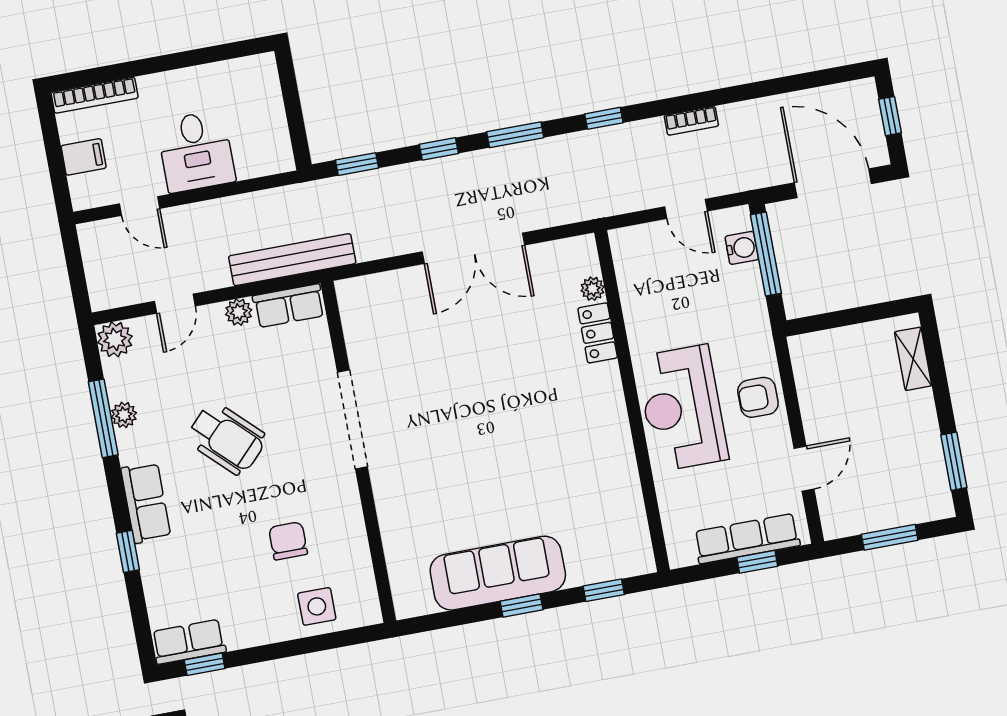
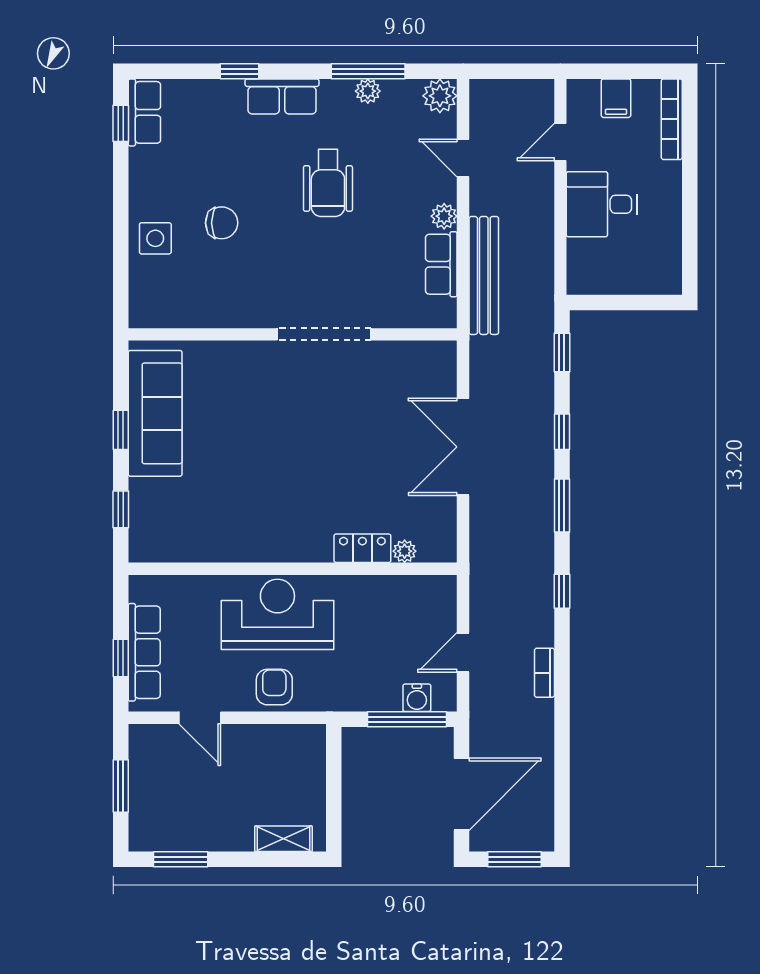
window: (890, 116) -> (514, 859), width x1.50
doorway: (352, 419) -> (324, 334), moved
wheelchair: (227, 438) -> (328, 183), turned -44
wall: (358, 452) -> (293, 334), moved

